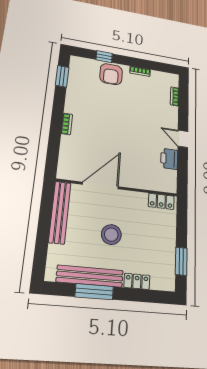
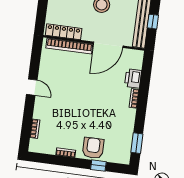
printer: (169, 159) -> (133, 78), moved, turned 180
bookcase: (146, 184) -> (69, 46), added
locker: (161, 201) -> (64, 32), width x1.53
window: (45, 215) -> (153, 22), added

